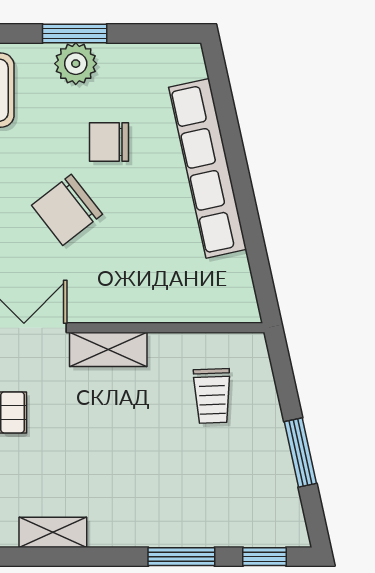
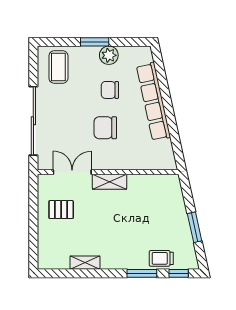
plant: (76, 64) -> (109, 55), moved
chair: (67, 210) -> (105, 128), moved, turned 38
trolley: (212, 396) -> (161, 258), moved, turned 92

